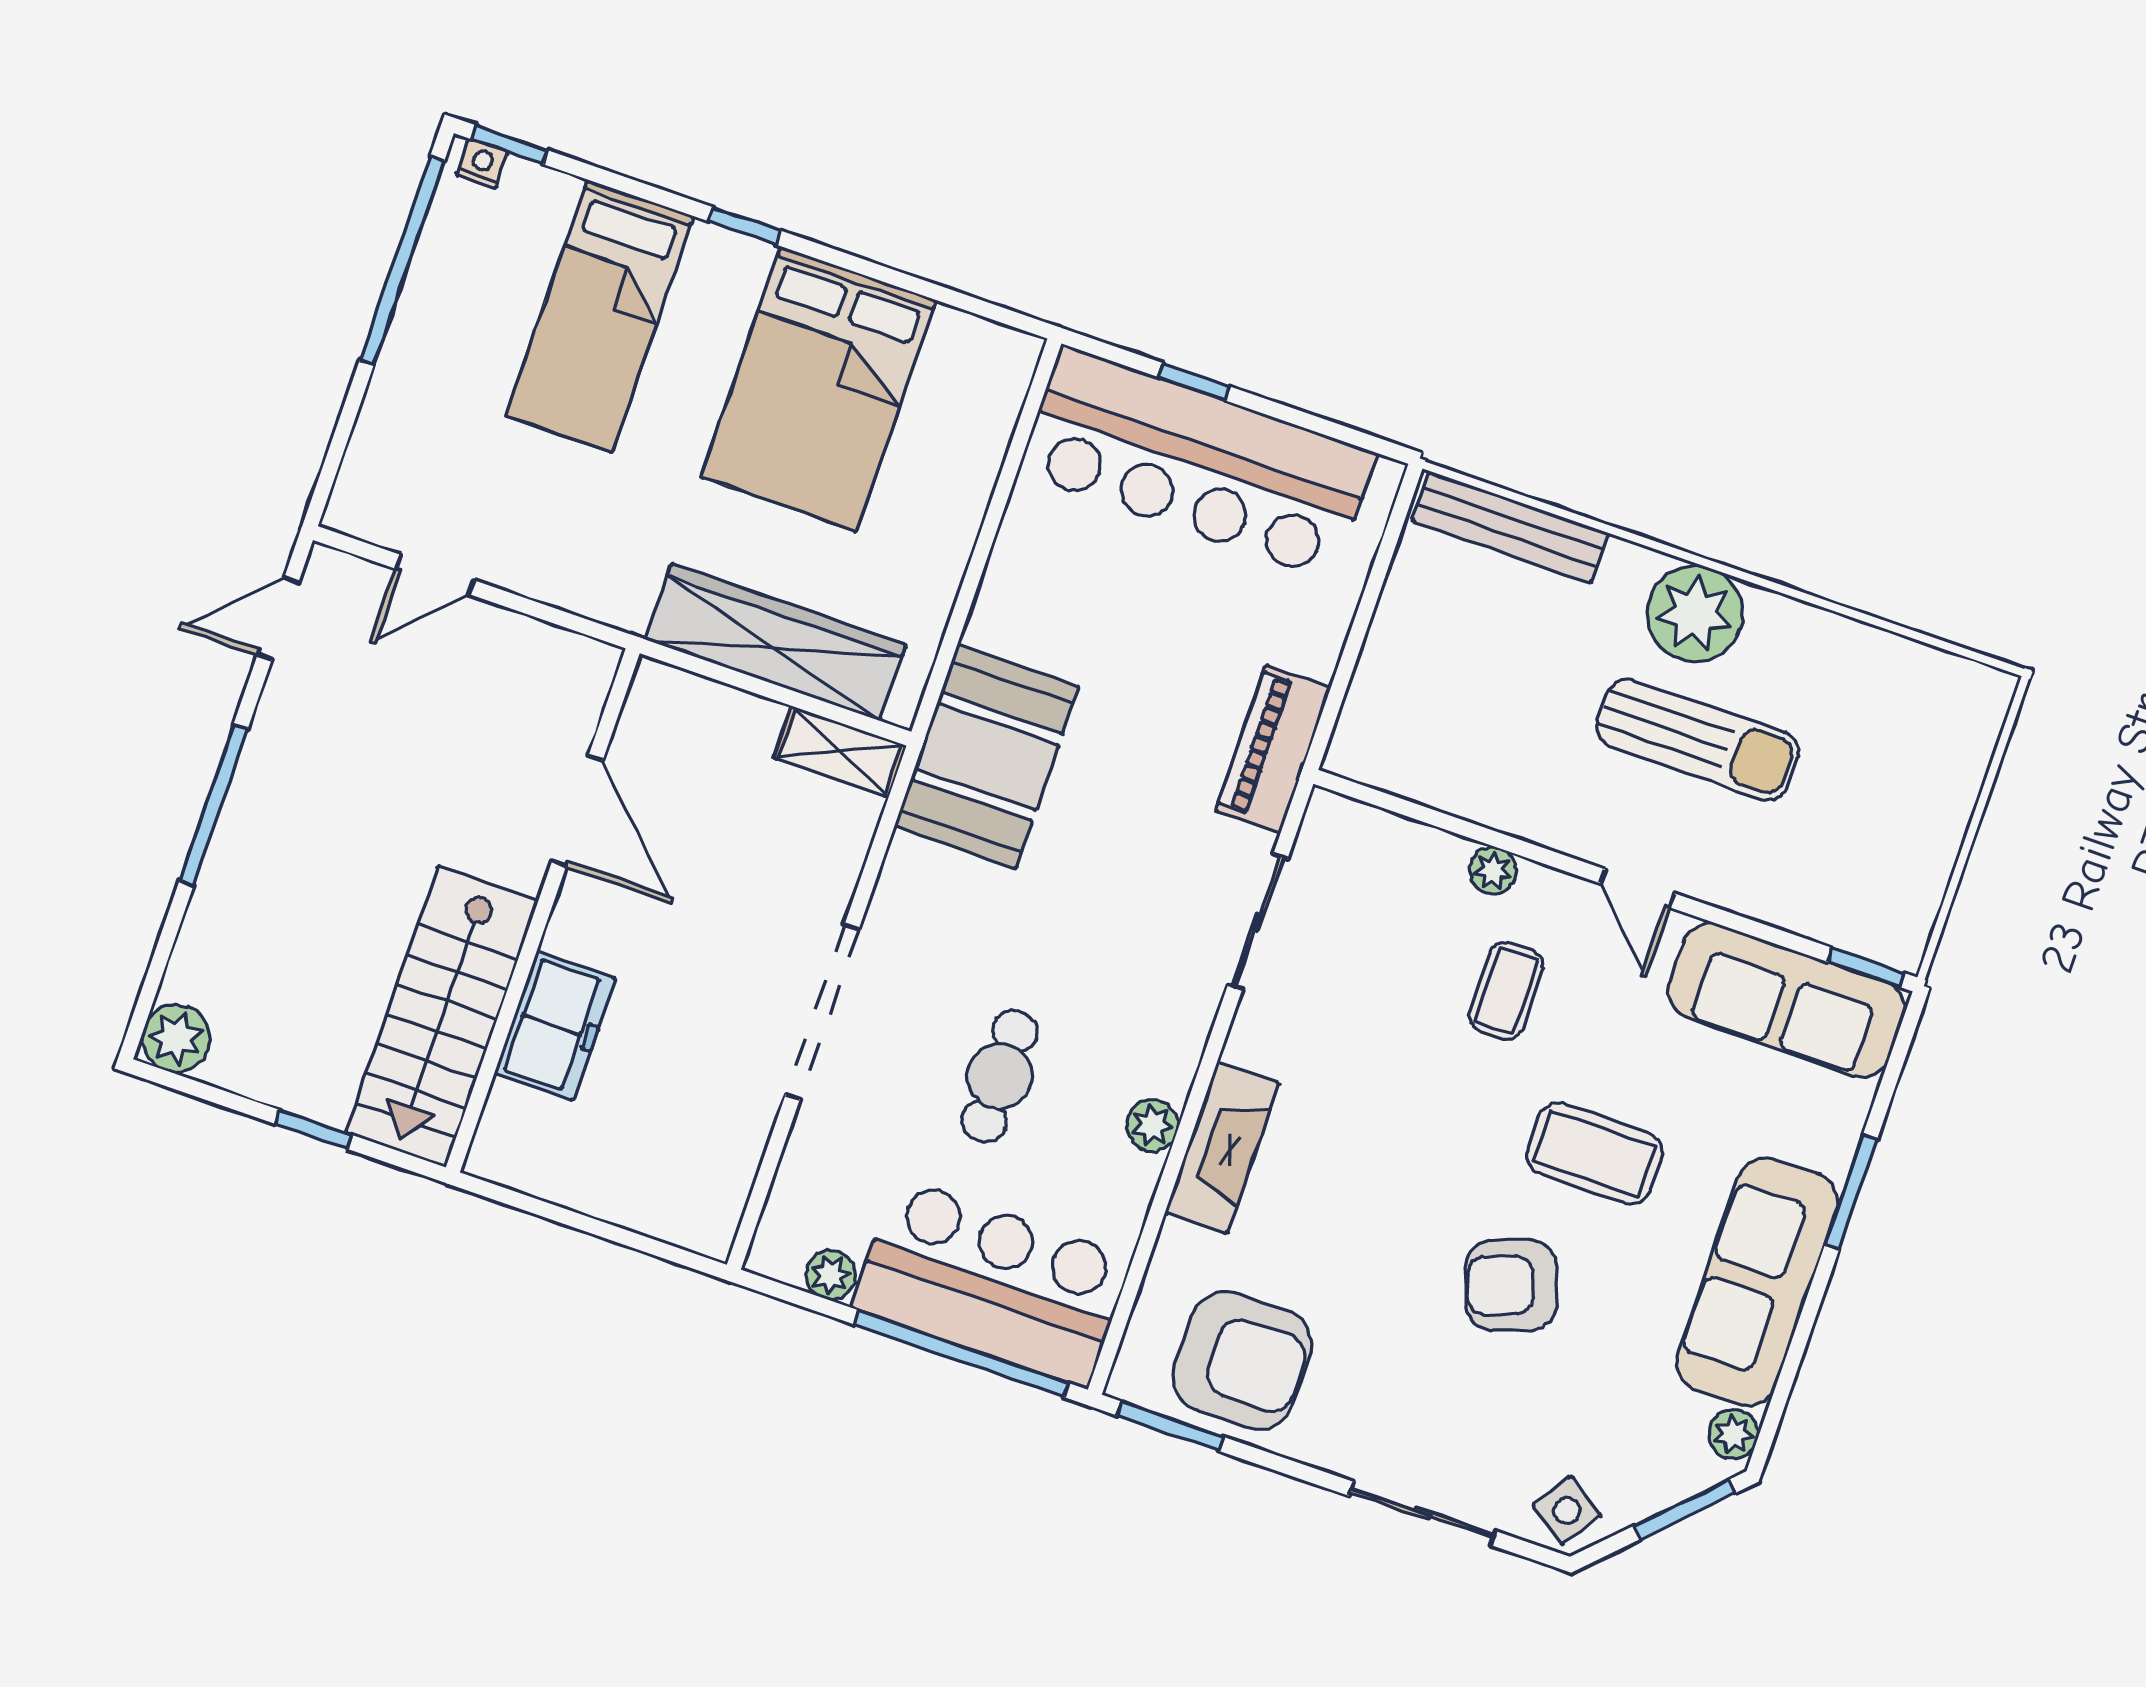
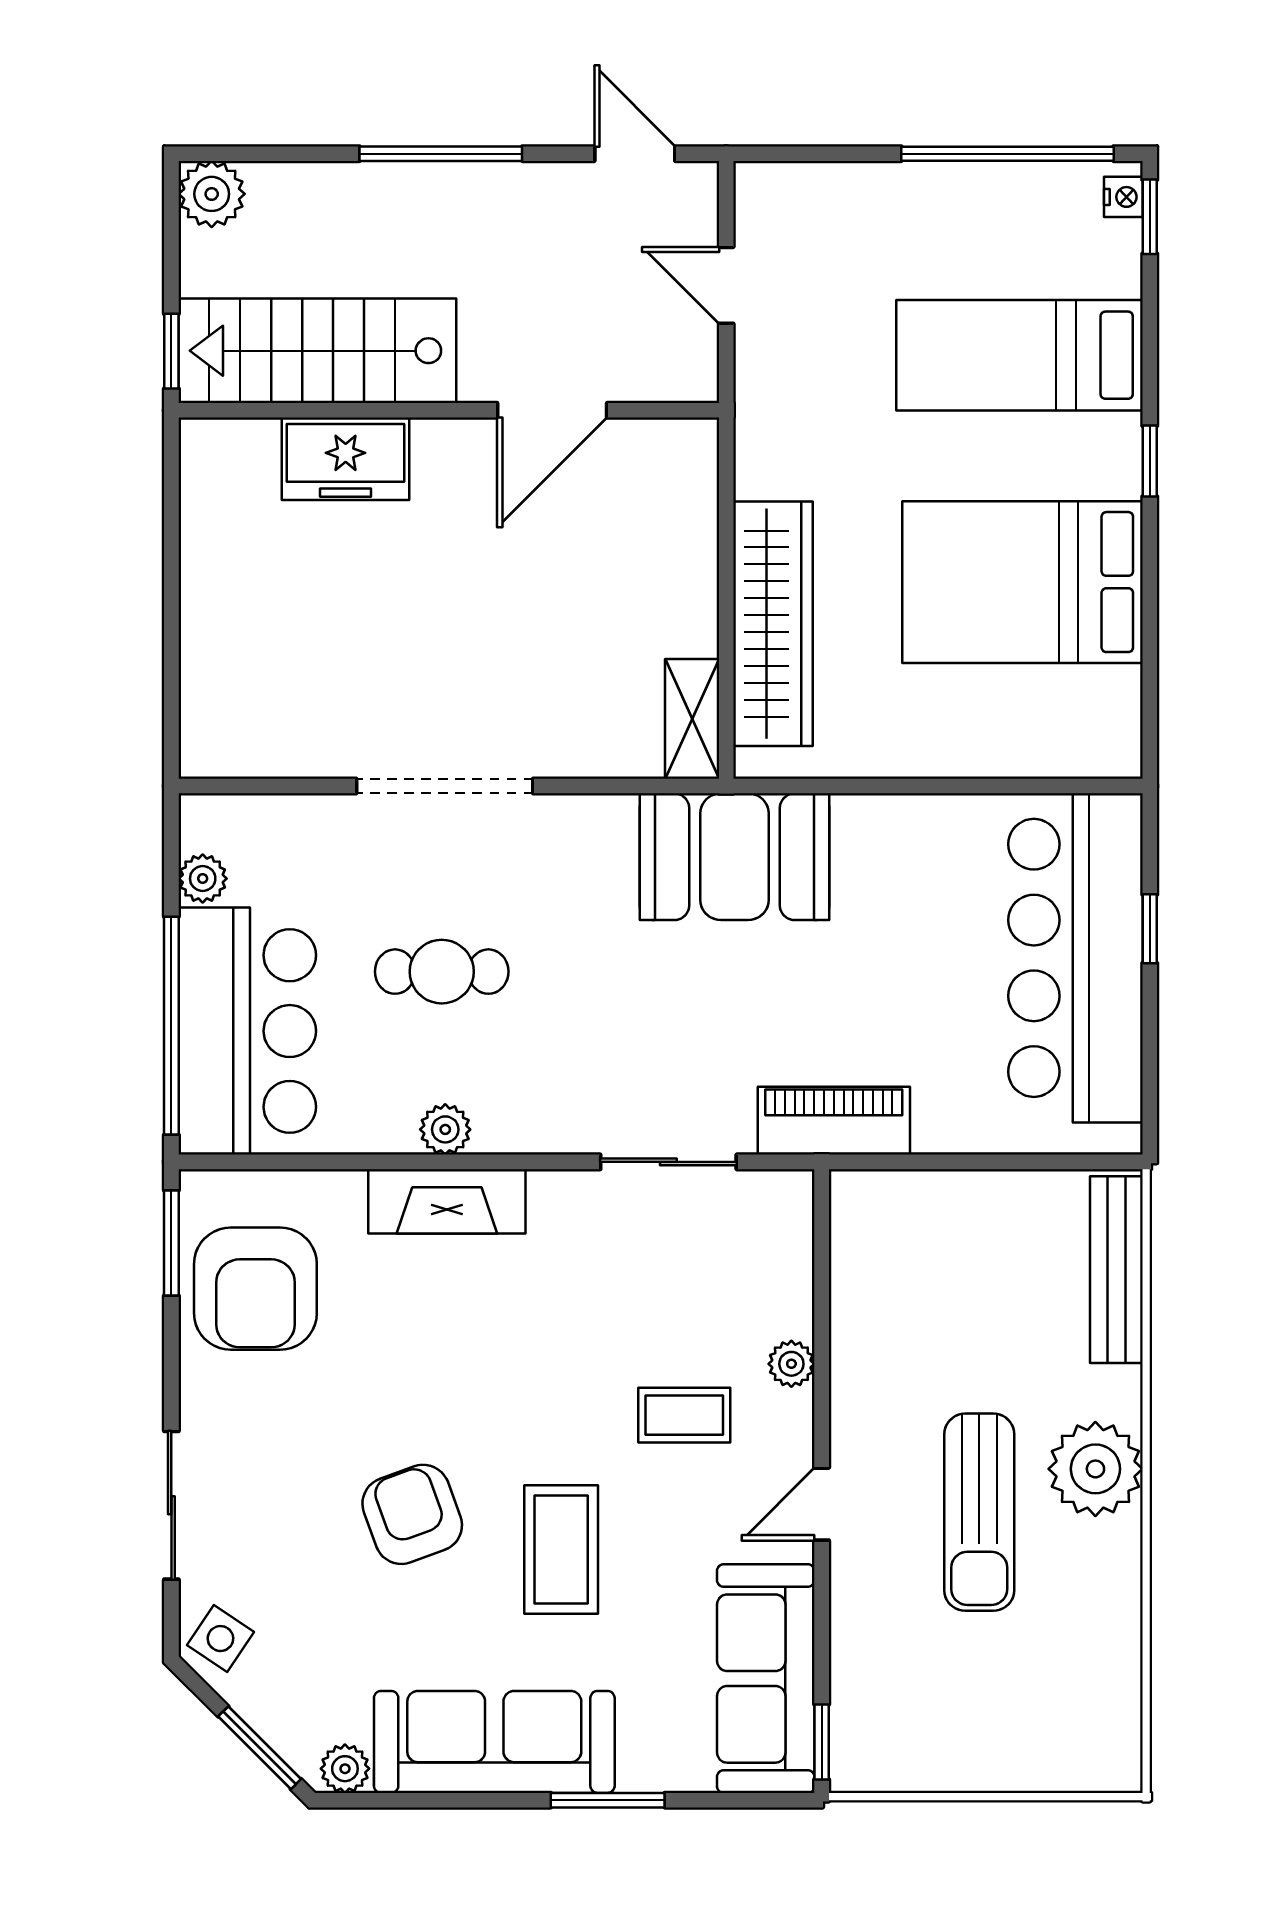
door: (577, 811) -> (552, 410), moved
wall: (543, 910) -> (449, 410), moved
stairs: (442, 1017) -> (317, 351), moved
freezer: (555, 1026) -> (346, 459), moved

